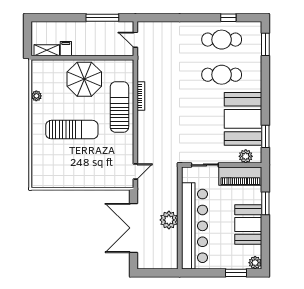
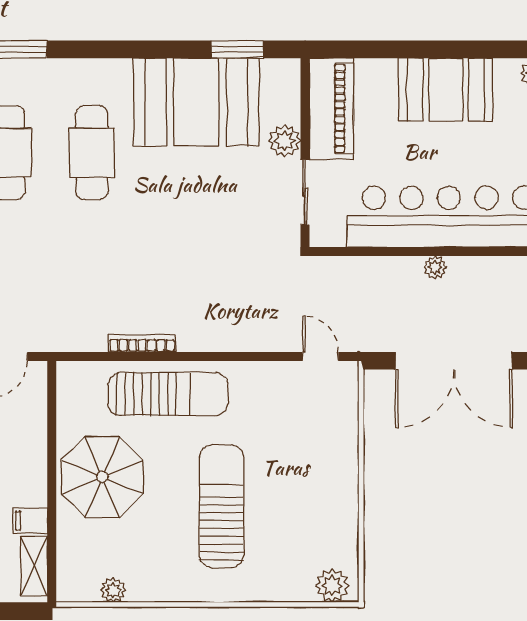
plant: (36, 96) -> (113, 590), moved
sun lounger: (119, 107) -> (168, 394), turned 180
plant: (246, 156) -> (285, 141), moved
plant: (38, 176) -> (332, 586), added
window: (265, 203) -> (396, 49), removed
plant: (169, 220) -> (435, 267), width x0.53, depth x0.53

